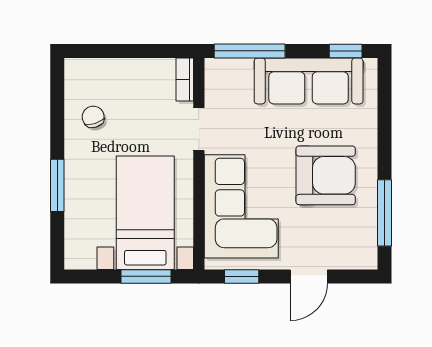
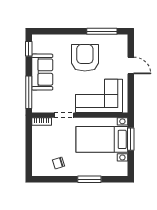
sofa: (309, 81) -> (42, 72), width x0.73
window: (242, 276) -> (131, 96), removed

